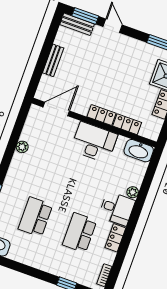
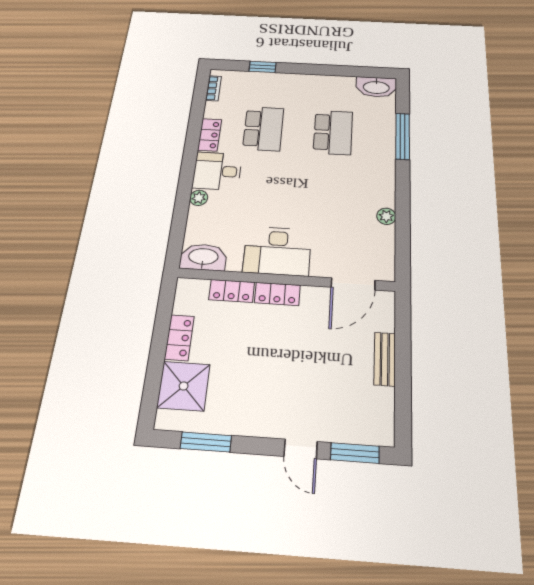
bench: (77, 24) -> (365, 433), removed

